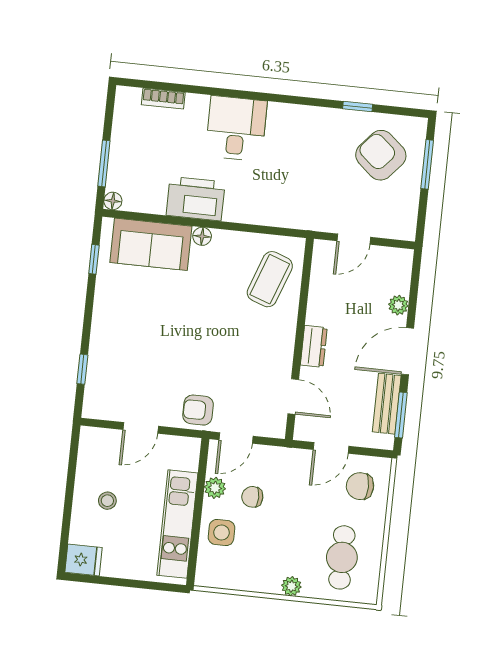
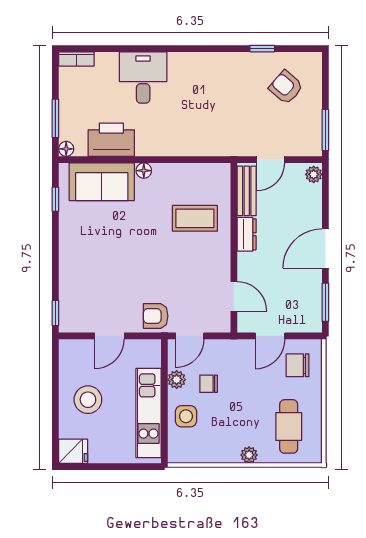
bookcase: (163, 99) -> (76, 59), moved
desk: (236, 128) -> (143, 77), moved
armchair: (381, 155) -> (286, 87), width x0.72, depth x0.72
window: (427, 164) -> (325, 130), moved
printer: (196, 199) -> (111, 140), moved
coffee table: (270, 279) -> (195, 218), moved, turned 70
plant: (398, 305) -> (314, 174), moved
dresser: (314, 346) -> (247, 234), moved
window: (82, 369) -> (55, 313), moved
bench: (387, 404) -> (247, 191), moved
stool: (107, 501) -> (88, 400), width x1.89, depth x1.89

